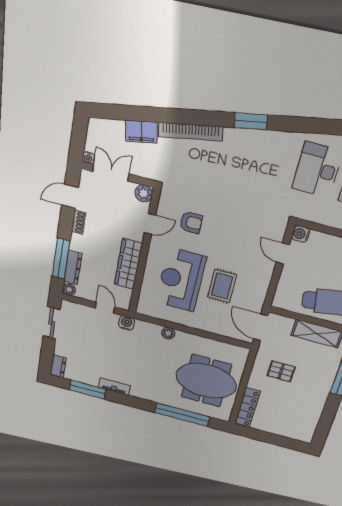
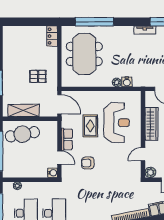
armchair: (191, 222) -> (88, 163), moved
row of seats: (263, 277) -> (67, 139), added
water cooler: (127, 323) -> (127, 82), moved
meeting table: (206, 381) -> (84, 54), turned 90
locker: (247, 408) -> (52, 36), width x0.66

